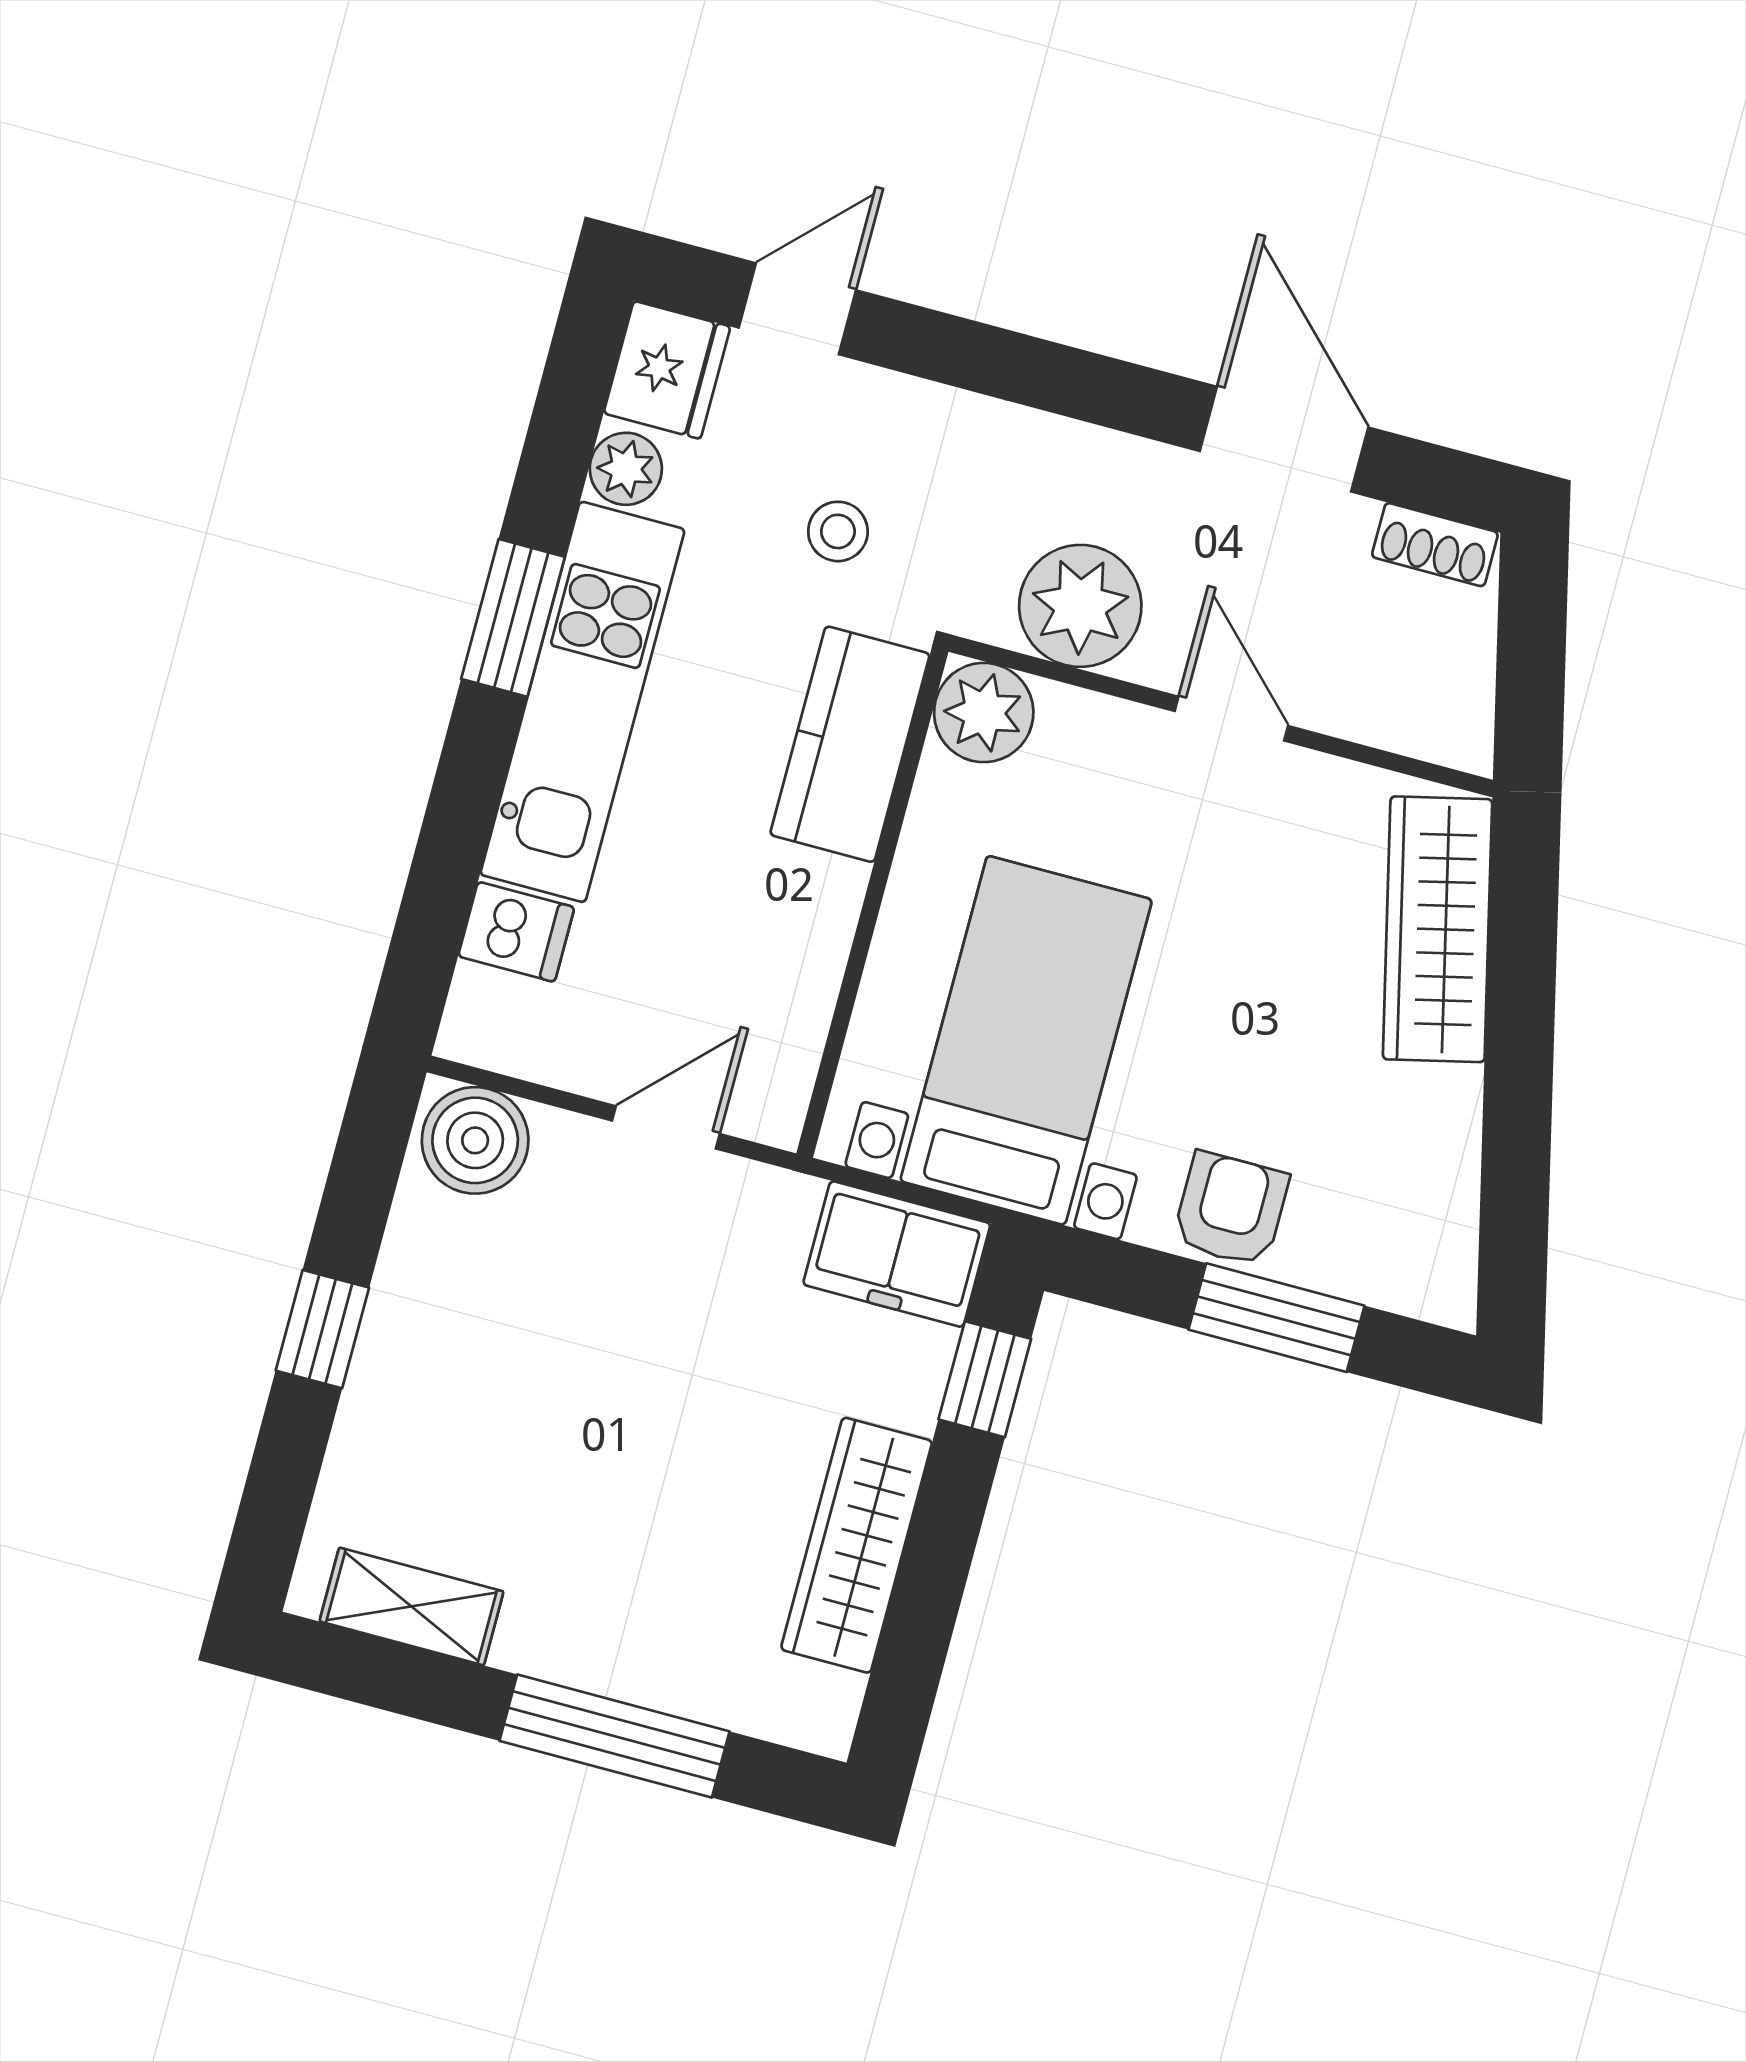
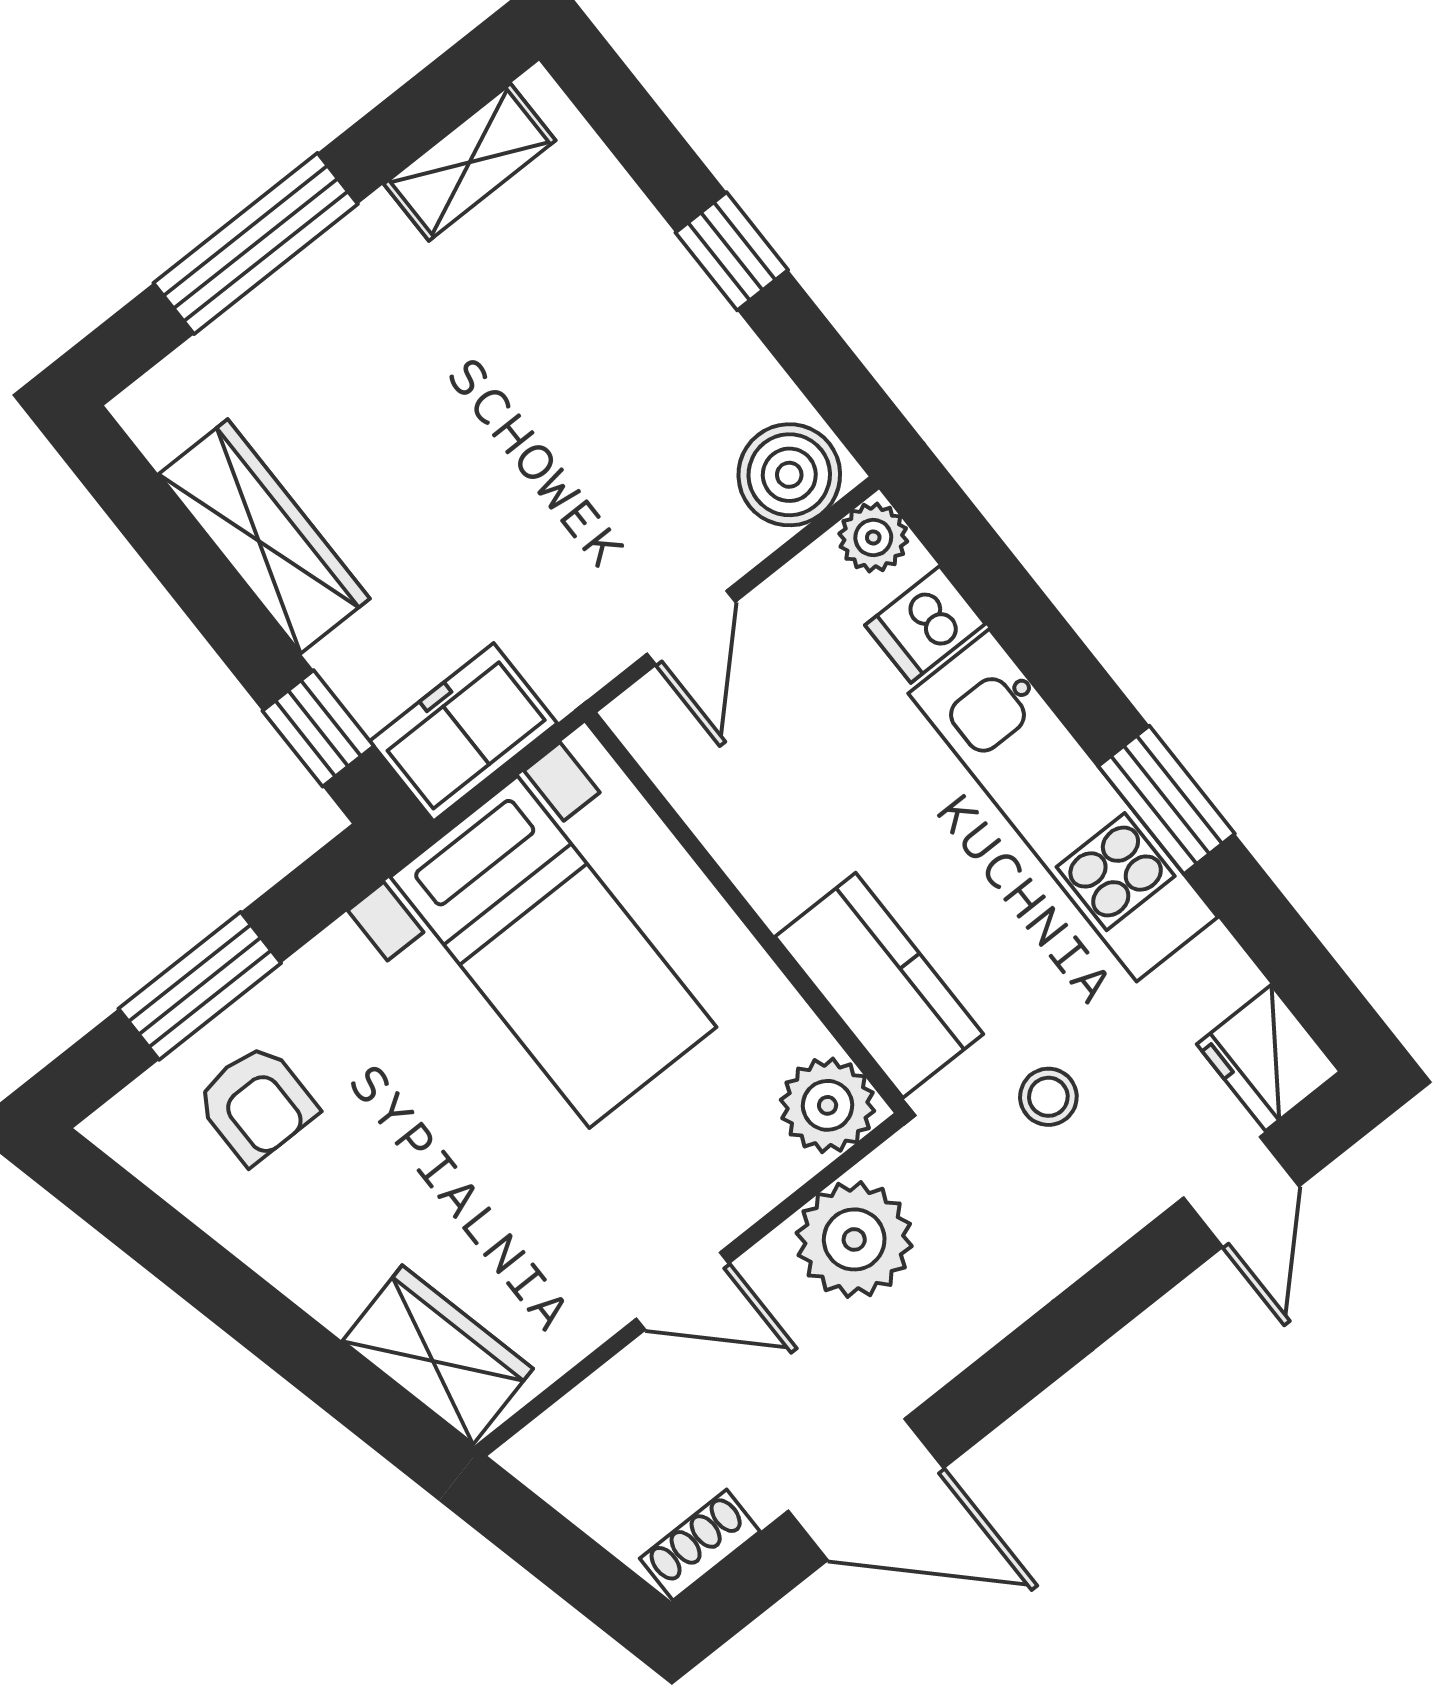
plant: (626, 469) -> (873, 538), moved
wardrobe: (1438, 929) -> (438, 1355), width x0.67
armchair: (1231, 1209) -> (256, 1104), moved

